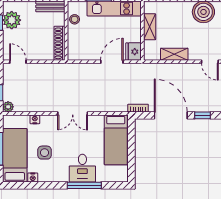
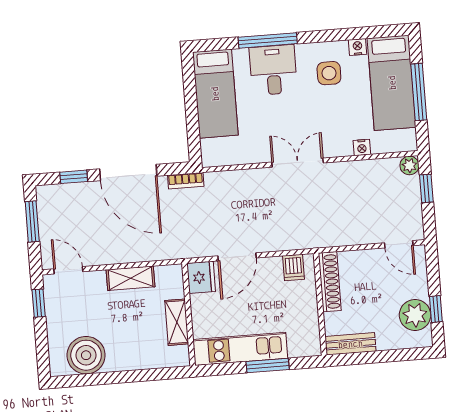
stool: (75, 19) -> (307, 325), removed
dishwasher: (80, 53) -> (293, 267), added
bed: (116, 140) -> (215, 94), moved, turned 180
side table: (45, 153) -> (329, 73), moved

